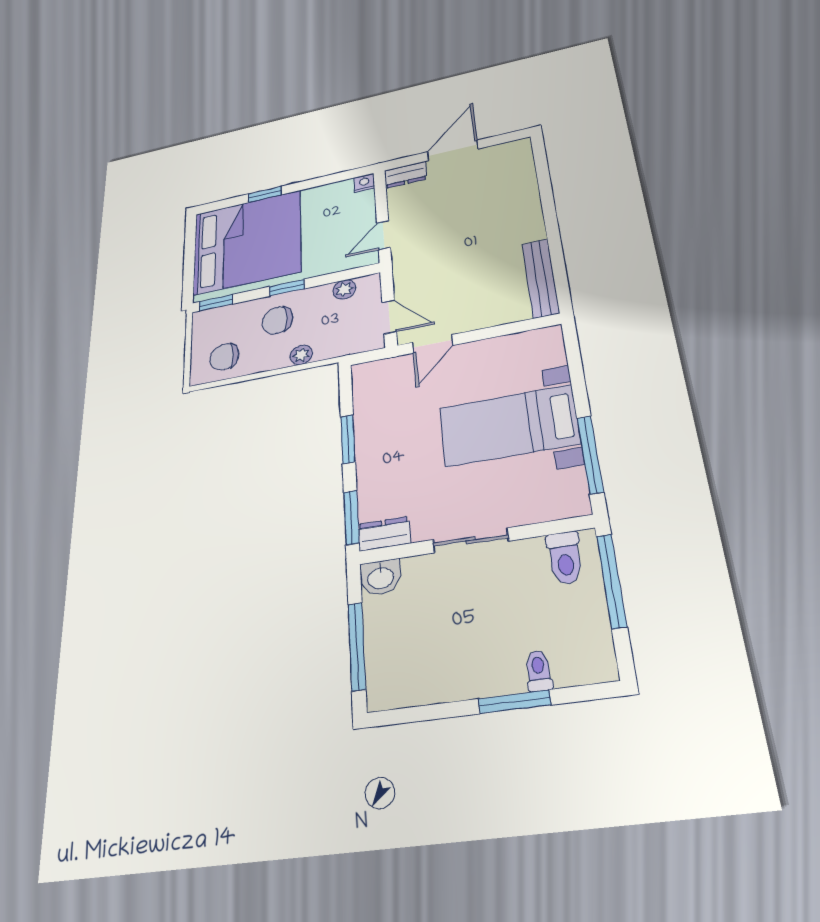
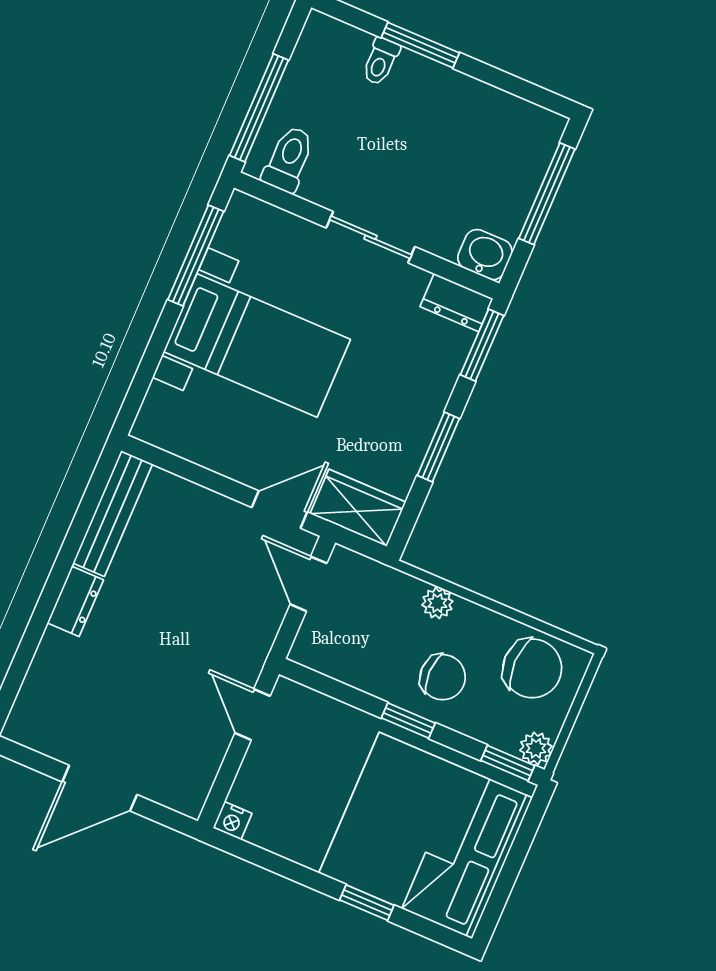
dresser: (406, 175) -> (75, 601), moved, turned 90
door: (384, 235) -> (253, 714), swing flipped
plant: (344, 289) -> (536, 748), moved
chair: (224, 357) -> (532, 668), width x1.37, depth x1.37
wardrobe: (382, 375) -> (358, 508), added

